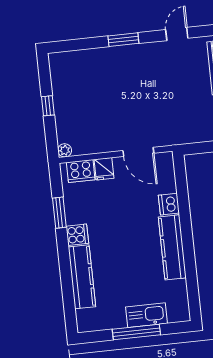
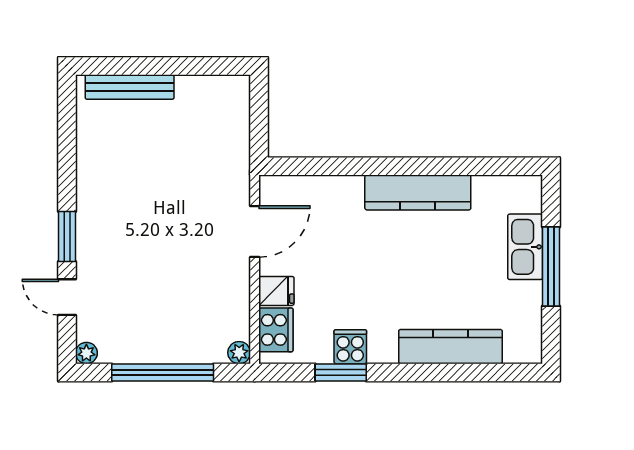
door: (177, 34) -> (67, 297), moved
plant: (55, 59) -> (86, 353), added
window: (48, 106) -> (163, 372), width x3.17
dishwasher: (169, 204) -> (346, 190), removed
cooker: (77, 235) -> (350, 347), moved

